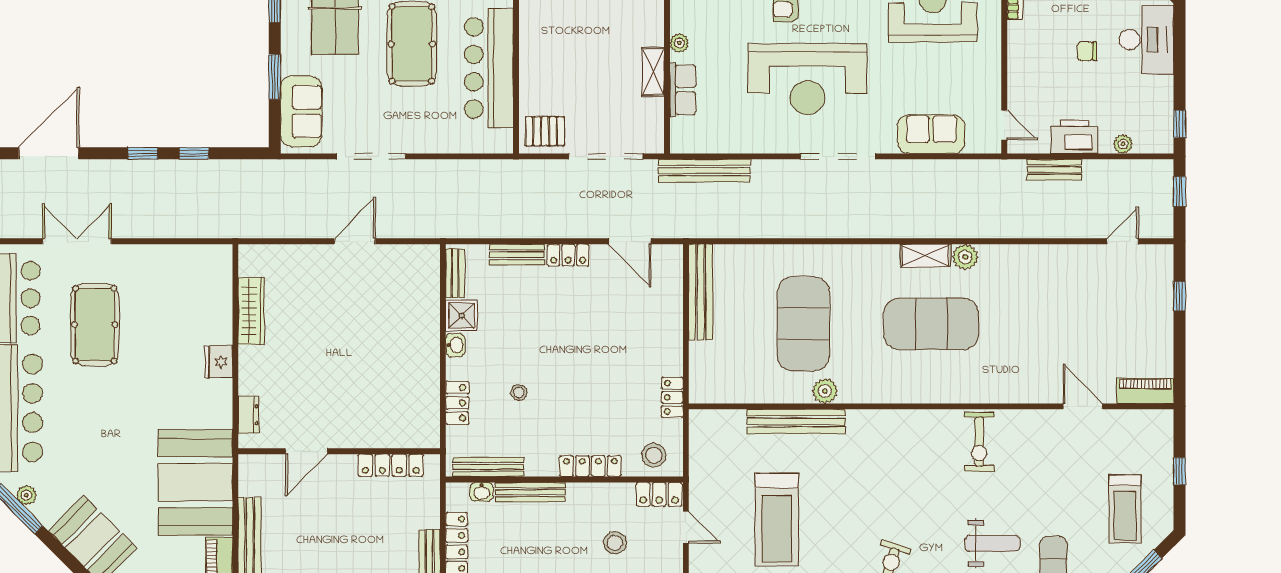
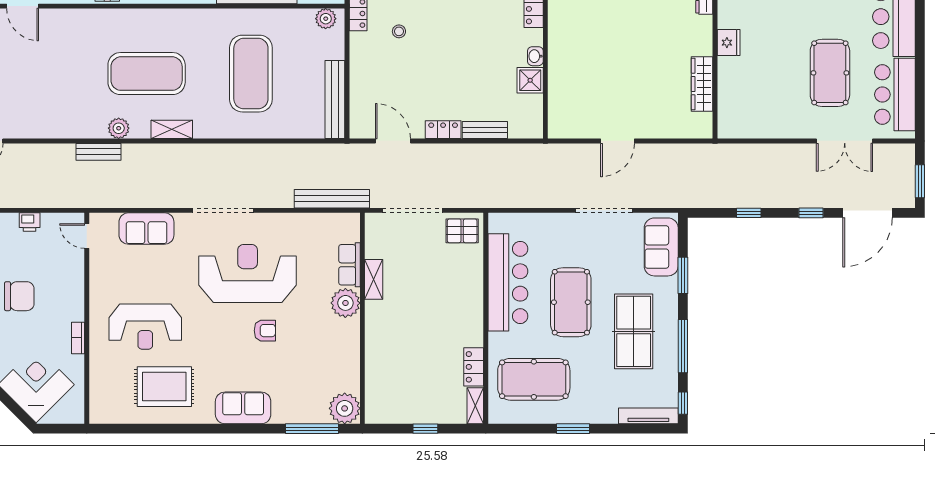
plant: (679, 43) -> (345, 303), width x1.87, depth x1.87
chair: (1087, 51) -> (19, 296), width x1.87, depth x1.87
printer: (1074, 137) -> (30, 222), width x0.53, depth x0.68
window: (143, 153) -> (811, 213), moved
bench: (1054, 170) -> (99, 152), moved
shelving: (925, 255) -> (172, 129), moved
bench: (455, 273) -> (535, 115), removed
plant: (825, 391) -> (326, 19), moved
stool: (519, 392) -> (399, 31), moved

